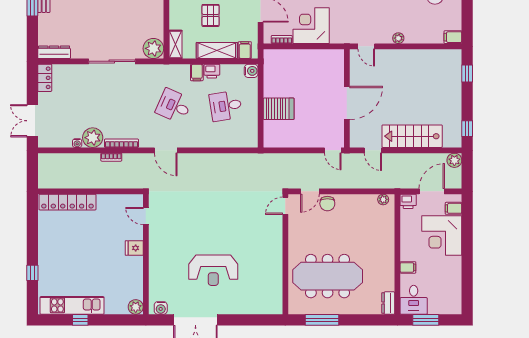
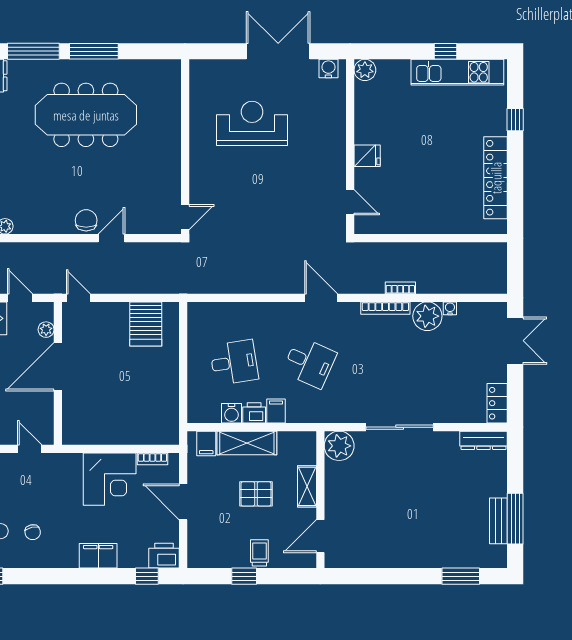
pallet: (211, 15) -> (256, 494), turned 90
shelving: (175, 44) -> (307, 486), moved
water cooler: (251, 71) -> (231, 413), moved, turned -90
server rack: (279, 109) -> (146, 324), moved, turned -90
plant: (355, 128) -> (46, 330), added
locker: (67, 202) -> (496, 178), moved, turned -90
door: (285, 206) -> (185, 217), moved
wall: (285, 254) -> (185, 147), moved
window: (364, 320) -> (33, 51), added

